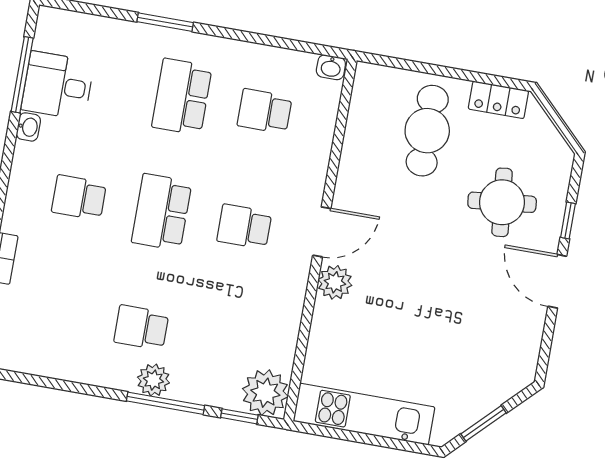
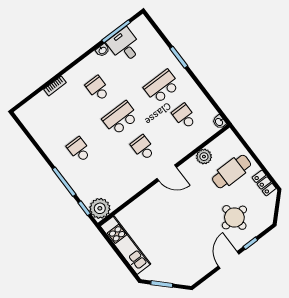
plant: (335, 282) -> (204, 157), moved
plant: (153, 380) -> (67, 171), removed

